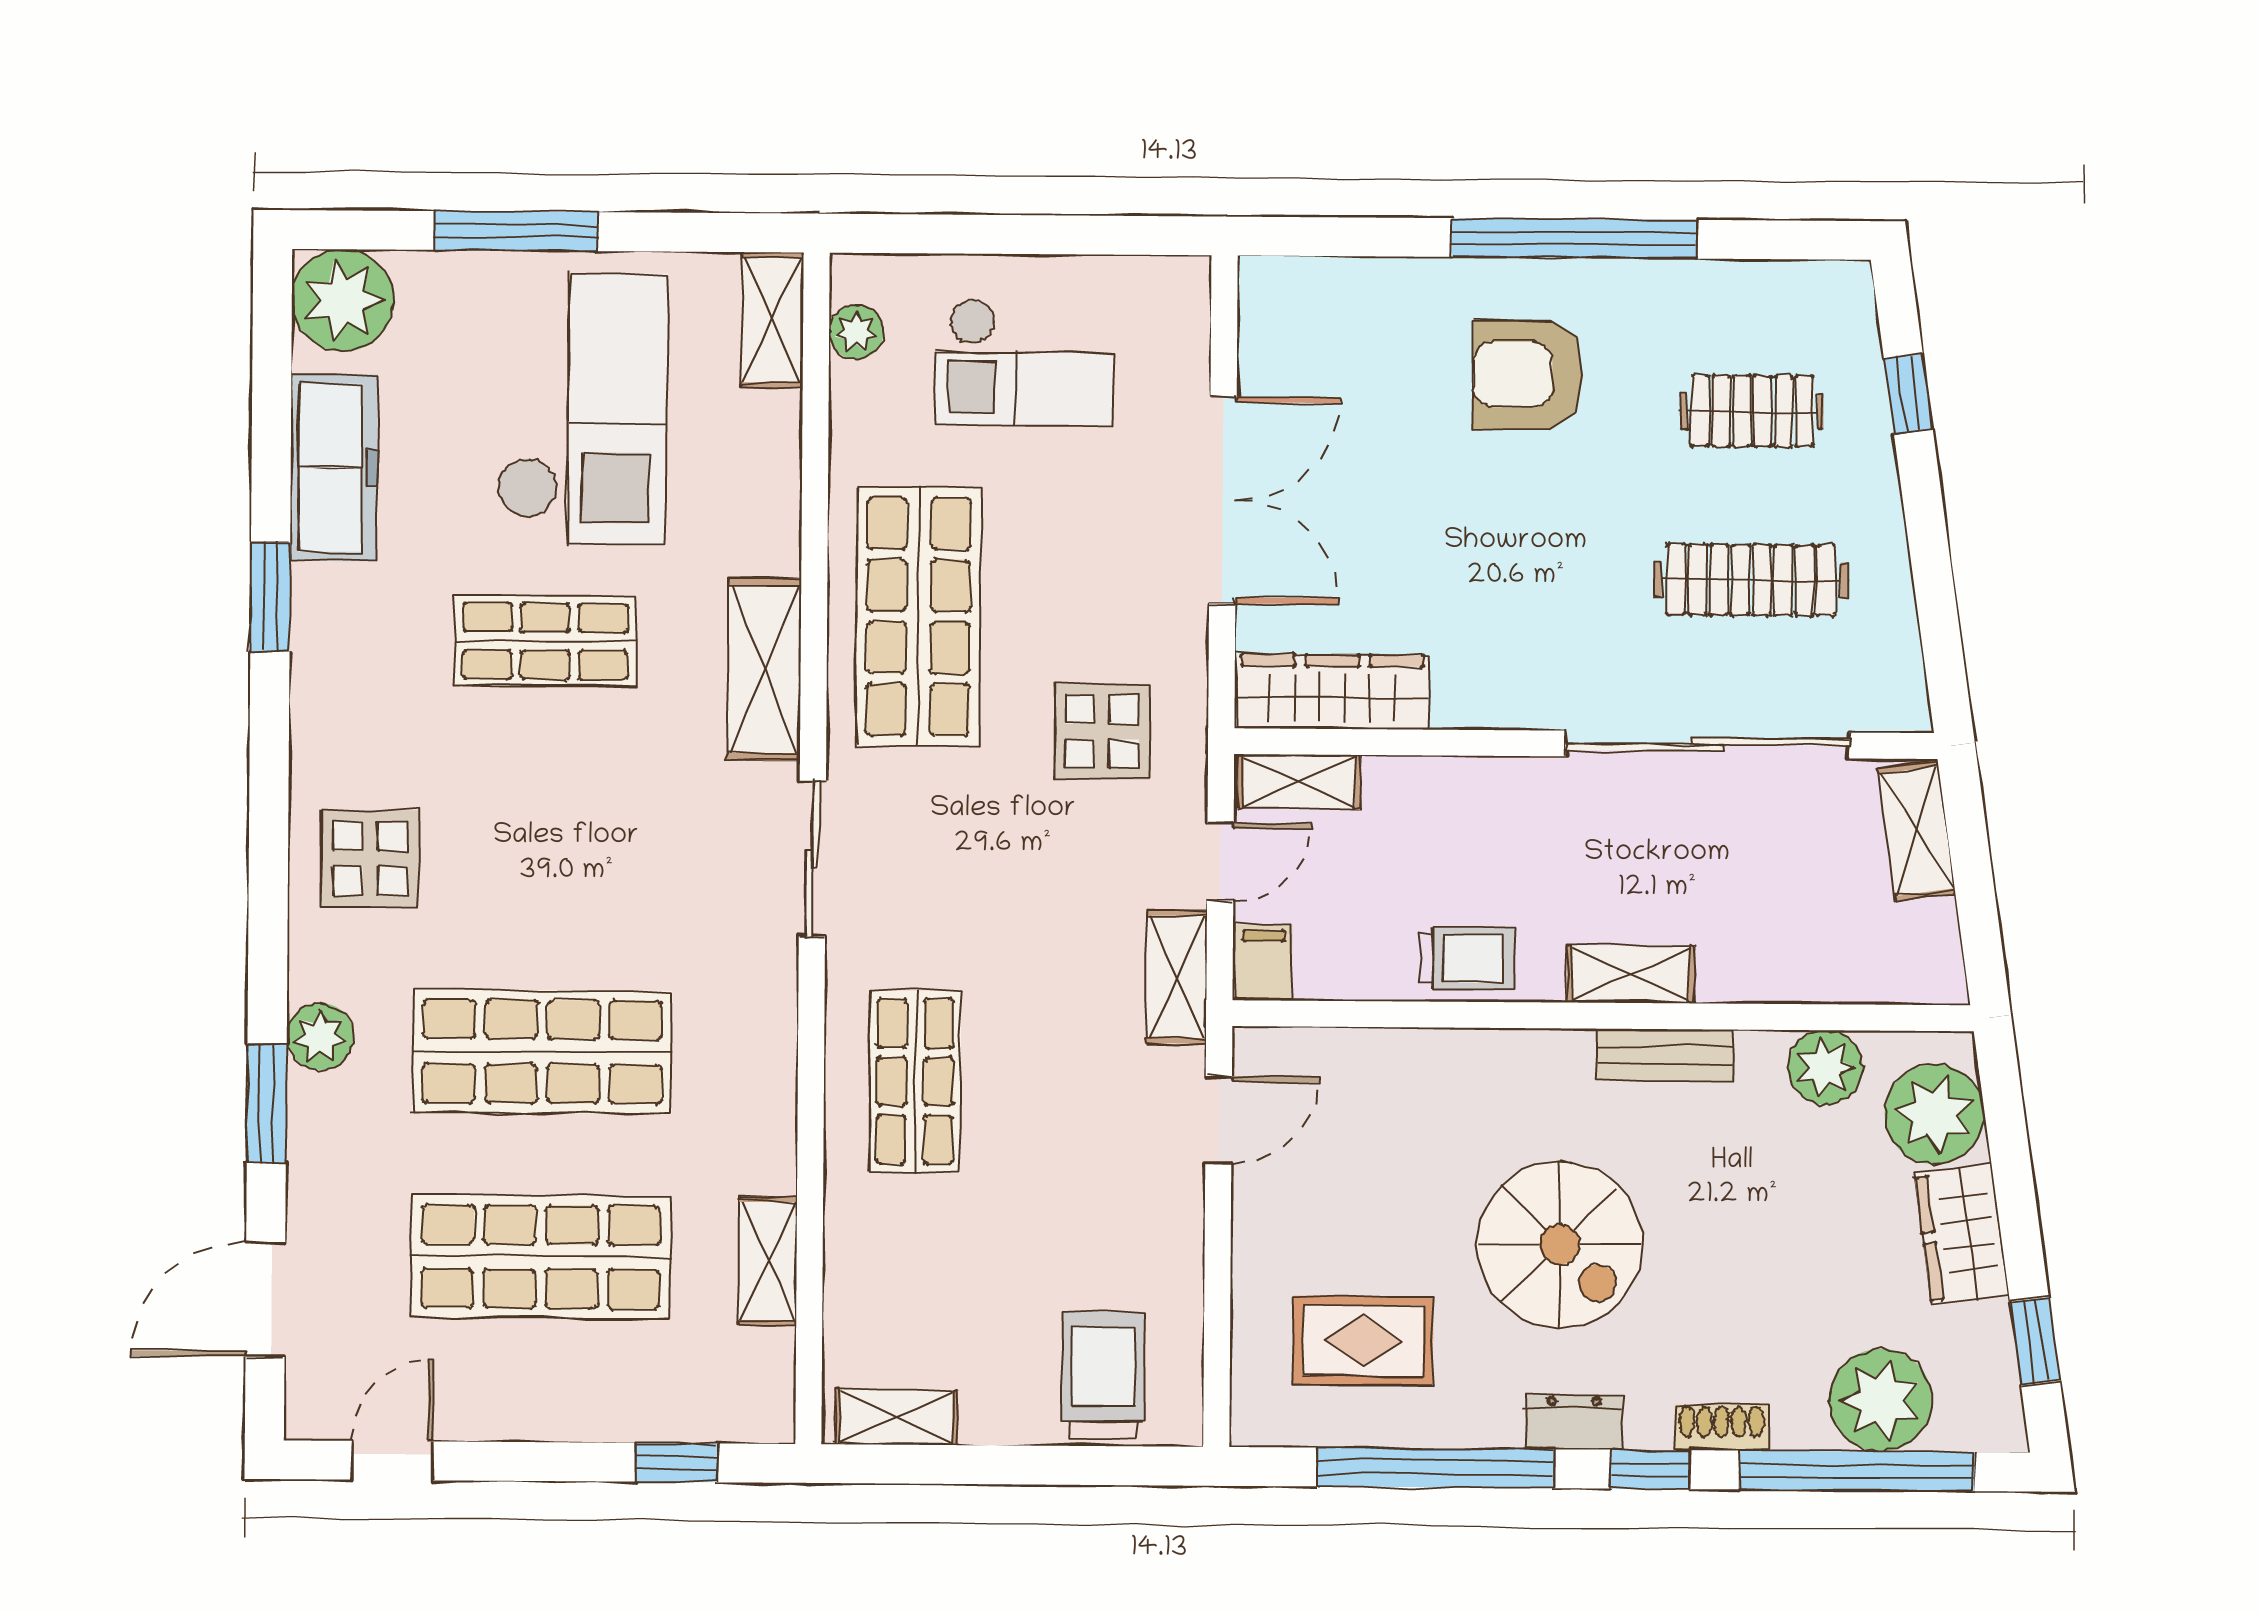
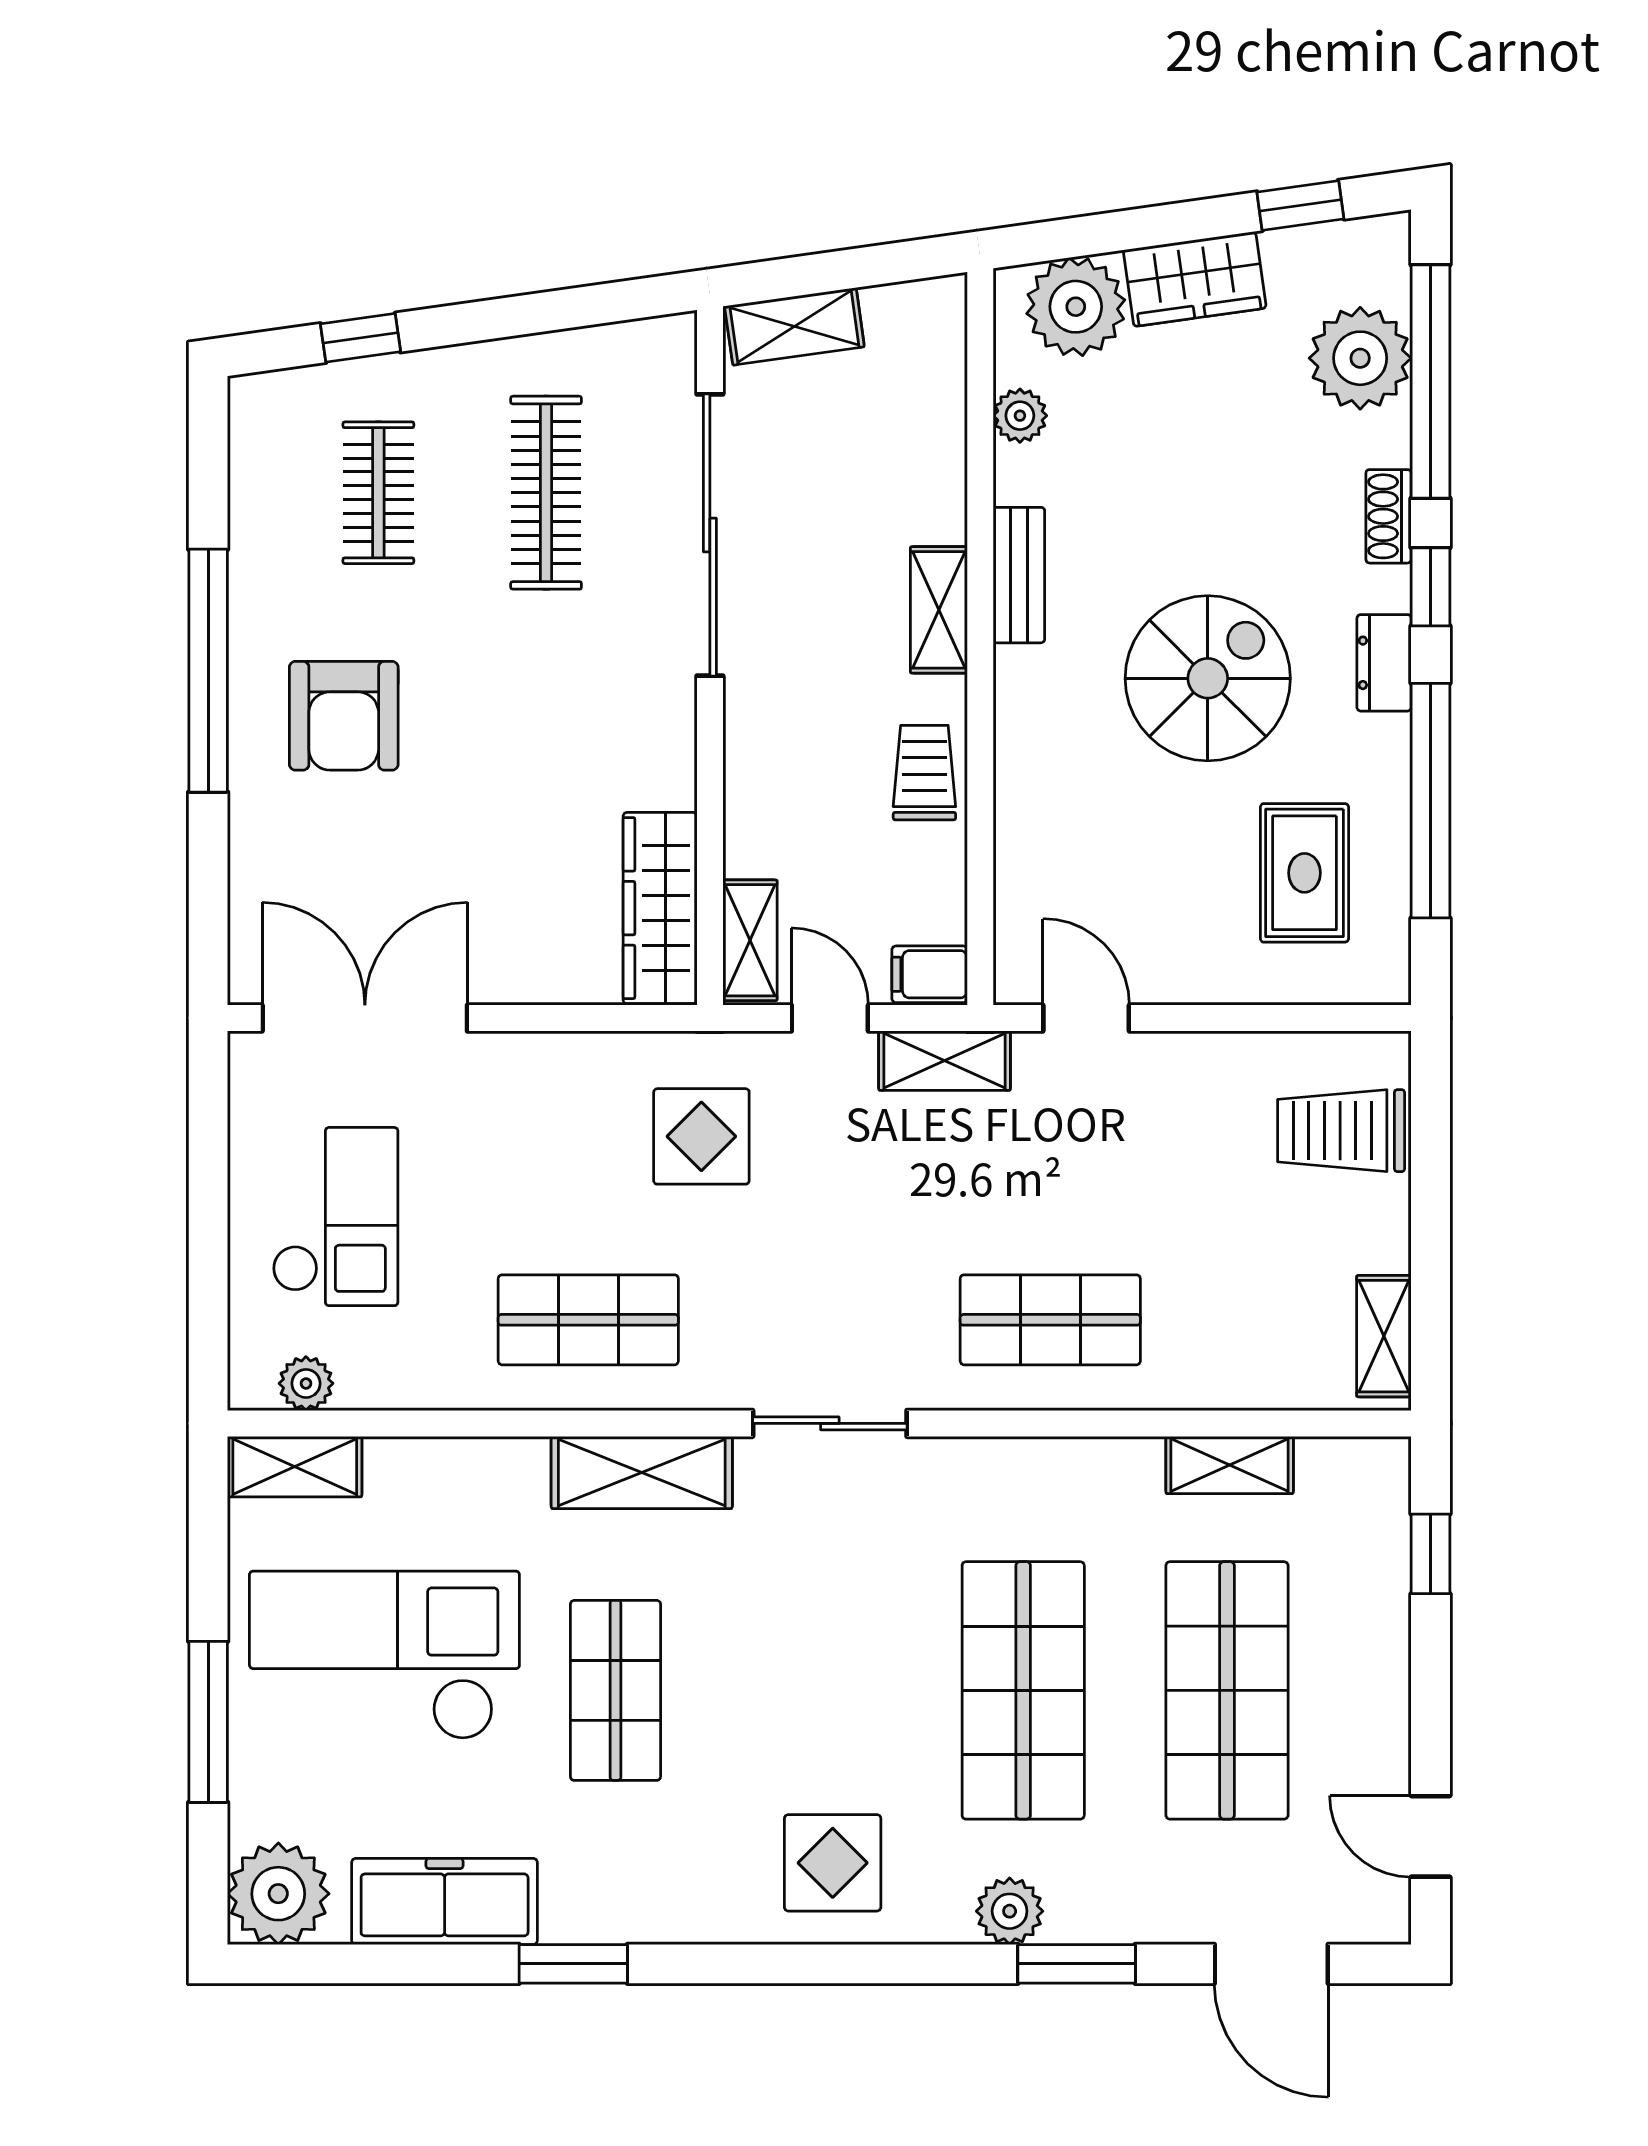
double door: (1223, 500) -> (365, 1018), moved
shop shelf: (918, 617) -> (588, 1320), width x0.70, depth x0.74
plant: (1825, 1067) -> (1020, 416), width x0.73, depth x0.73

